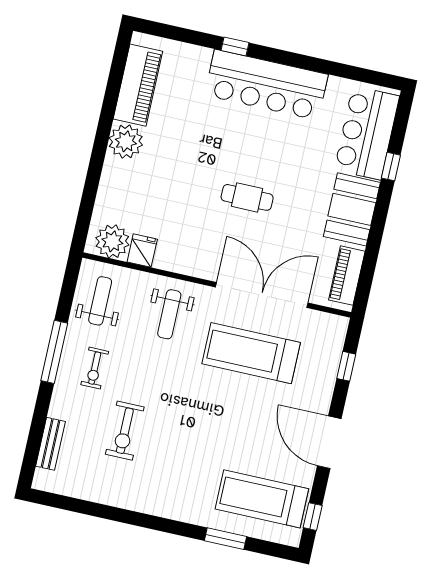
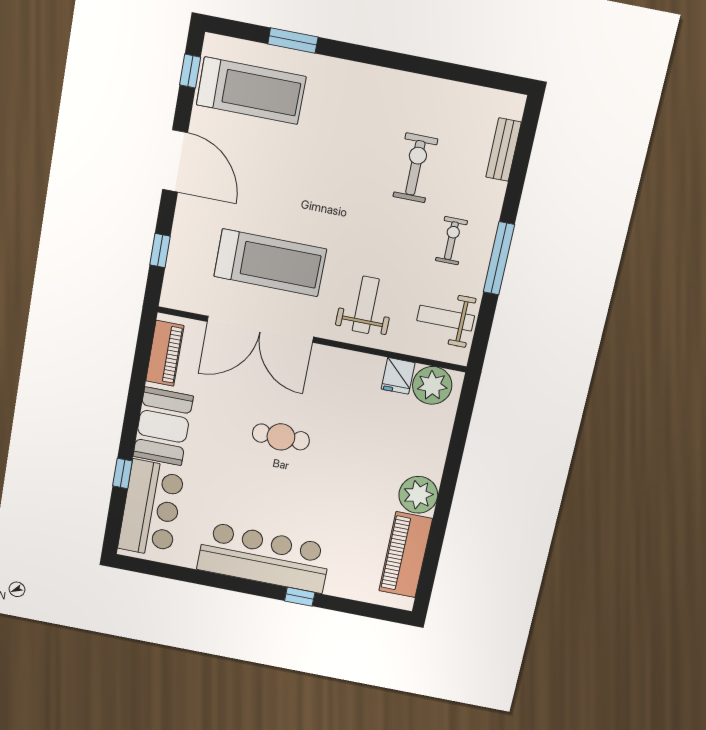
weight bench: (100, 301) -> (446, 318), turned 90

